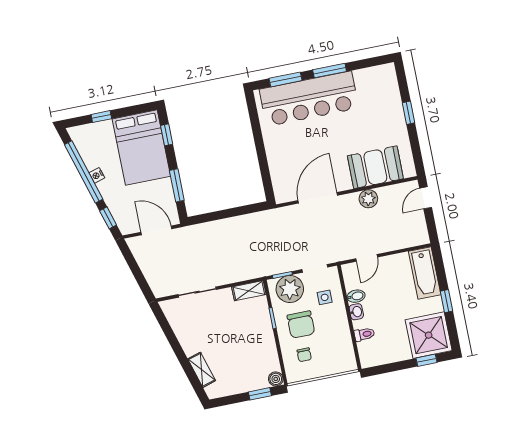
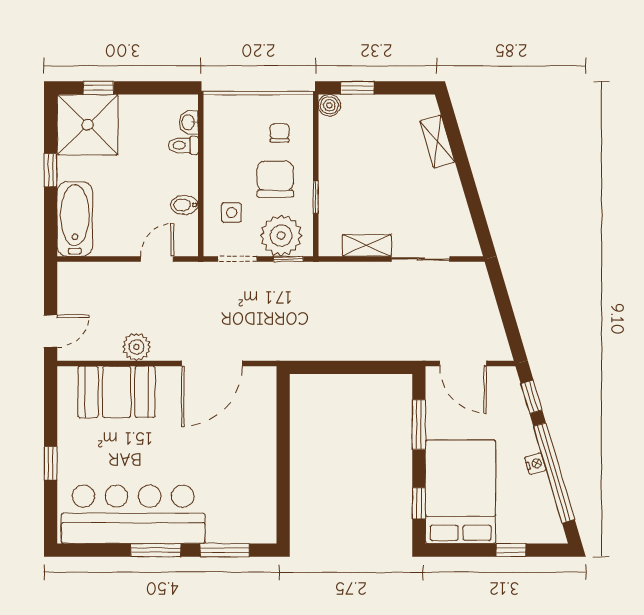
bar counter: (309, 99) -> (133, 514), moved
shelving: (249, 291) -> (367, 245), moved
washbasin: (356, 312) -> (189, 122), moved

